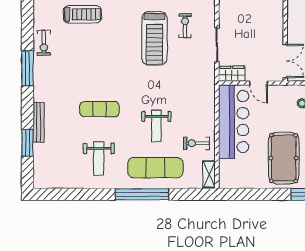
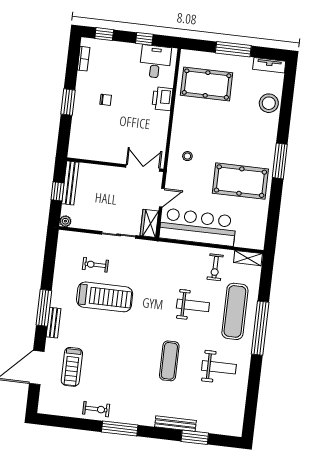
treadmill: (82, 14) -> (72, 367), turned 180

